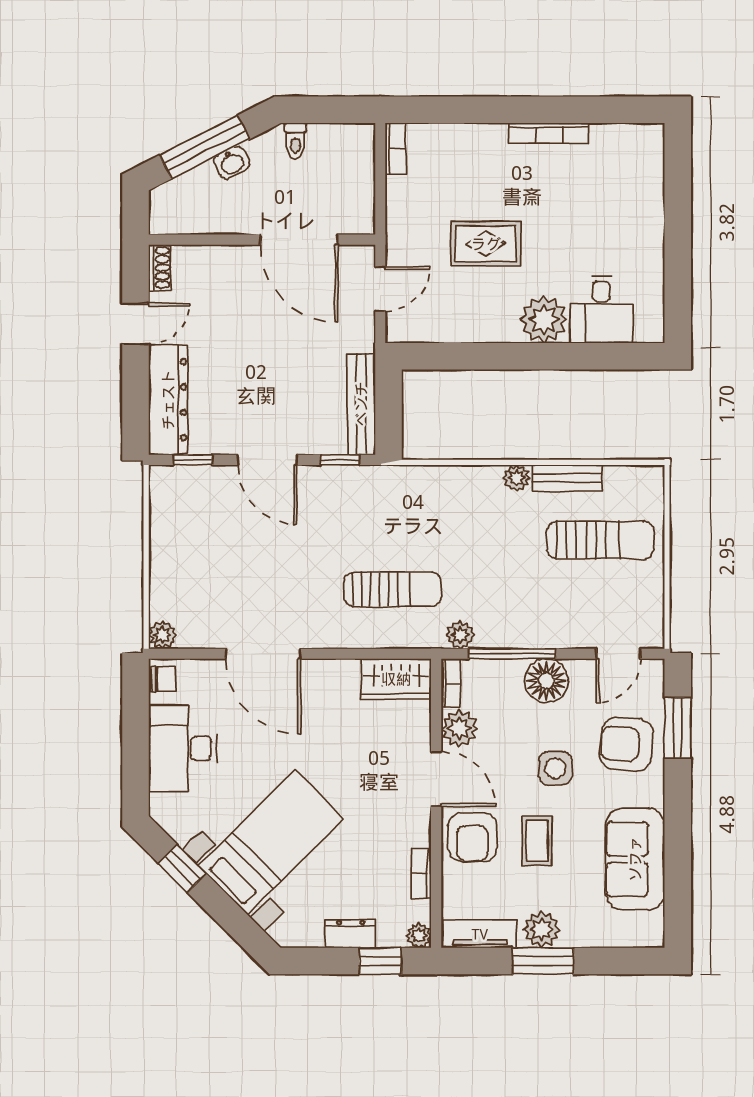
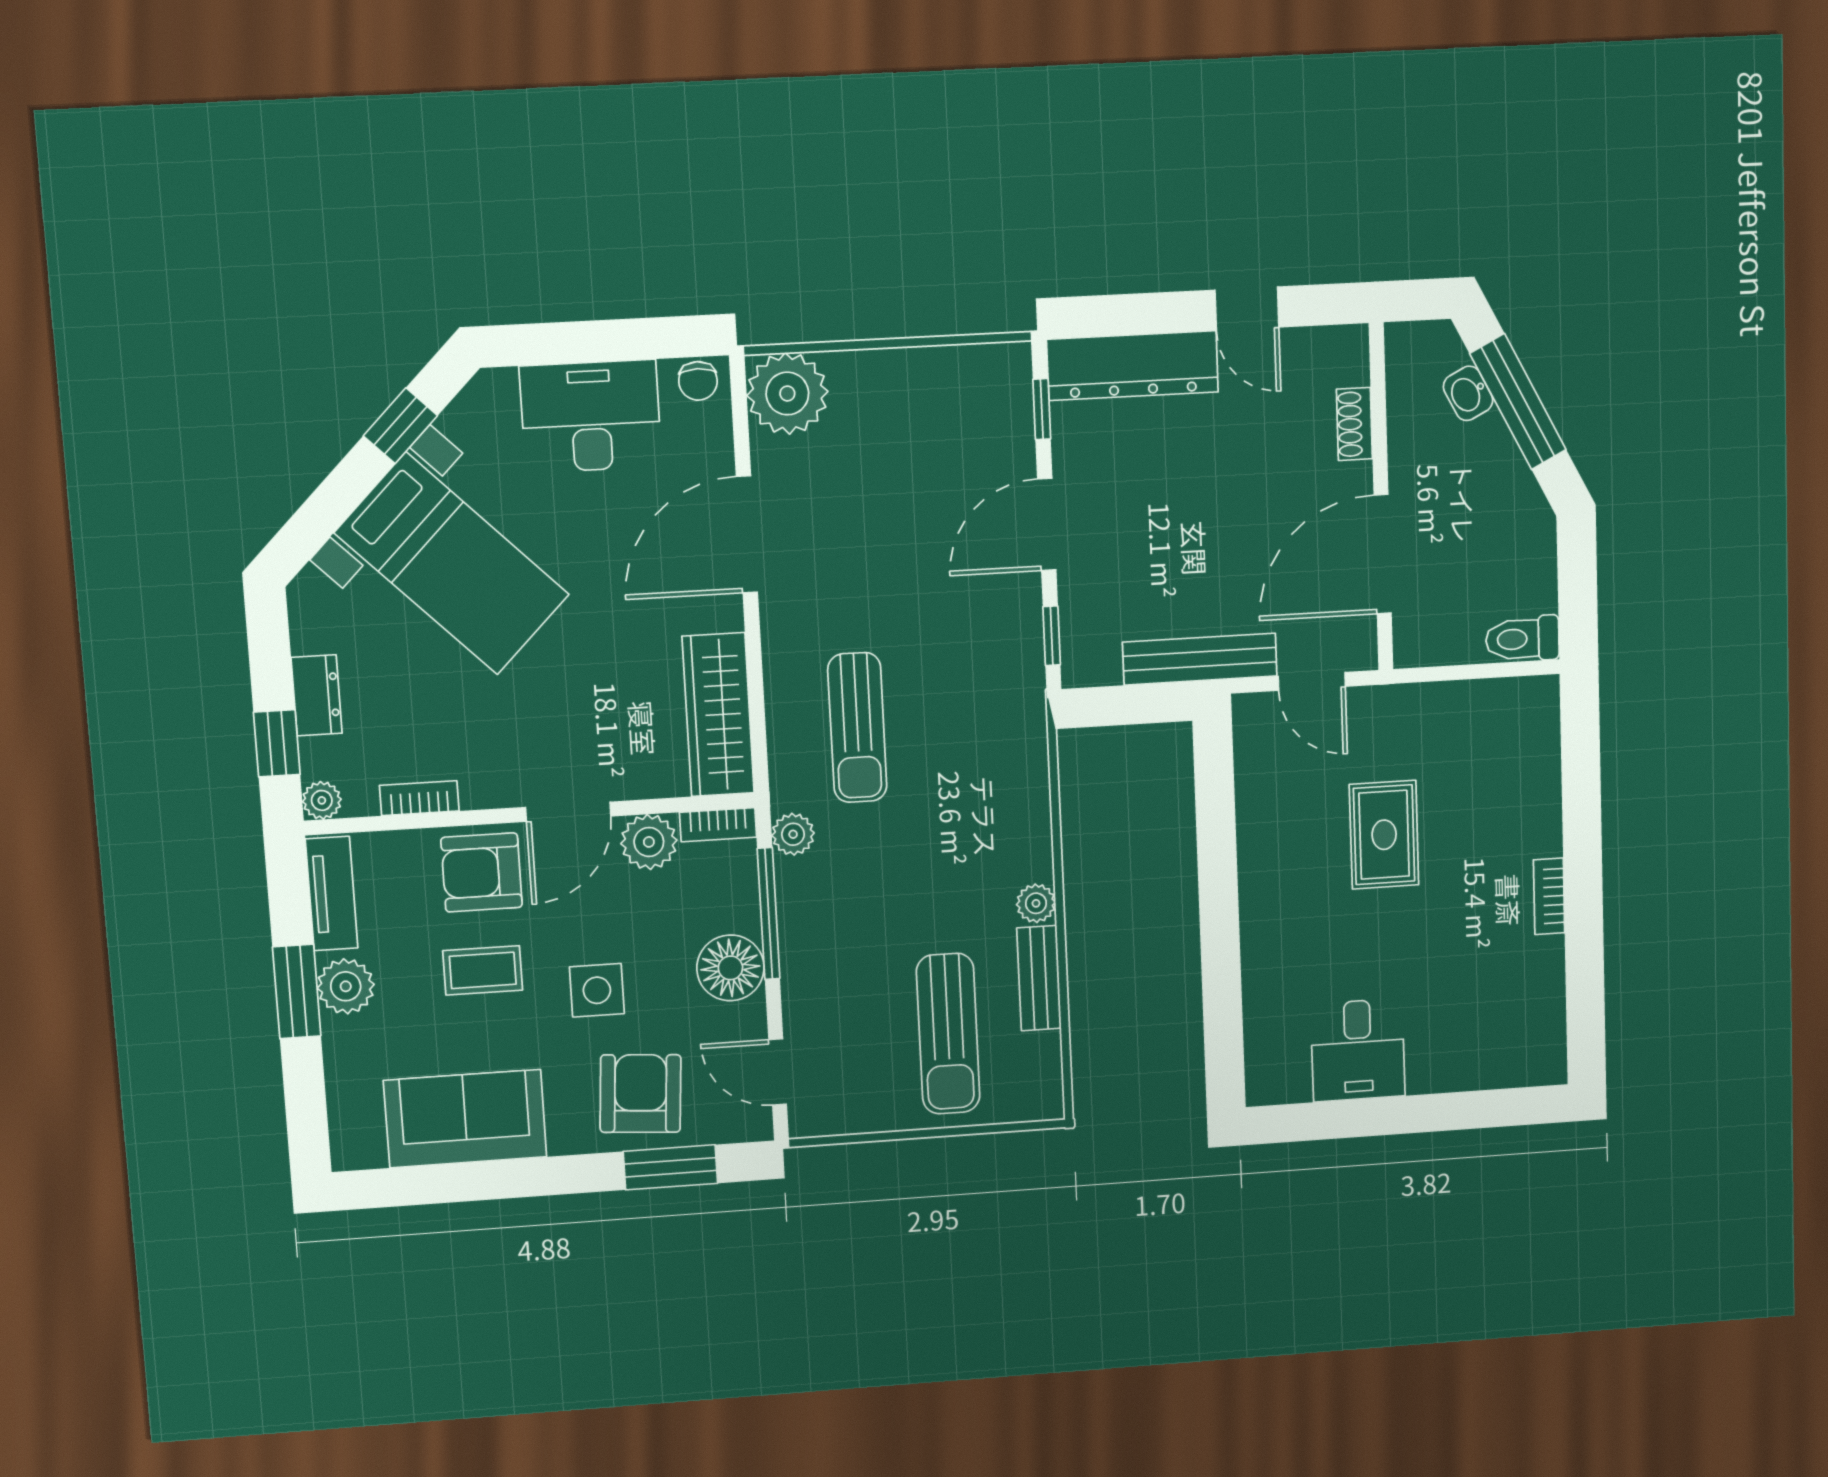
bookcase: (549, 133) -> (1549, 896), width x0.64
toilet: (295, 141) -> (1522, 639), moved, width x1.37, depth x1.39
bookcase: (396, 149) -> (1522, 692), removed
washbasin: (232, 163) -> (1468, 393), moved
shoe rack: (160, 268) -> (1354, 424), moved, turned 90
desk: (601, 310) -> (1358, 1050), moved, turned -90
plant: (544, 320) -> (1274, 928), removed
bench: (361, 404) -> (1200, 659), moved
plant: (162, 635) -> (787, 393), width x1.87, depth x1.87
wardrobe: (396, 679) -> (718, 715), width x1.50

